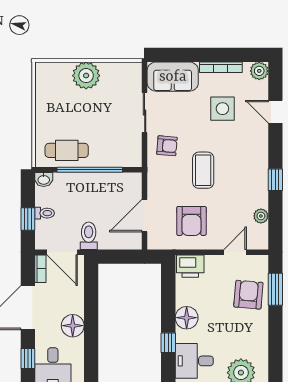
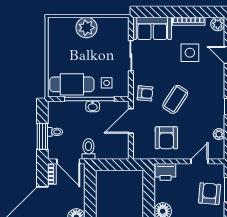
armchair: (167, 146) -> (145, 93), moved
side table: (113, 149) -> (107, 83), added
cafe table: (67, 150) -> (72, 84), width x1.37, depth x1.35
coffee table: (203, 170) -> (175, 99), turned 33
washbasin: (44, 179) -> (93, 106), moved
door: (145, 216) -> (131, 121), moved
window: (28, 219) -> (42, 136), width x1.50

